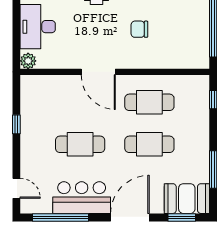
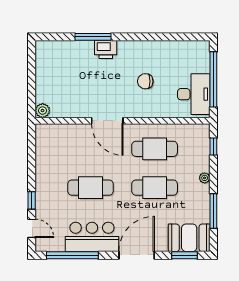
desk: (38, 27) -> (194, 94), moved, turned 180
window: (16, 124) -> (32, 200), moved
plant: (203, 134) -> (205, 178), added

